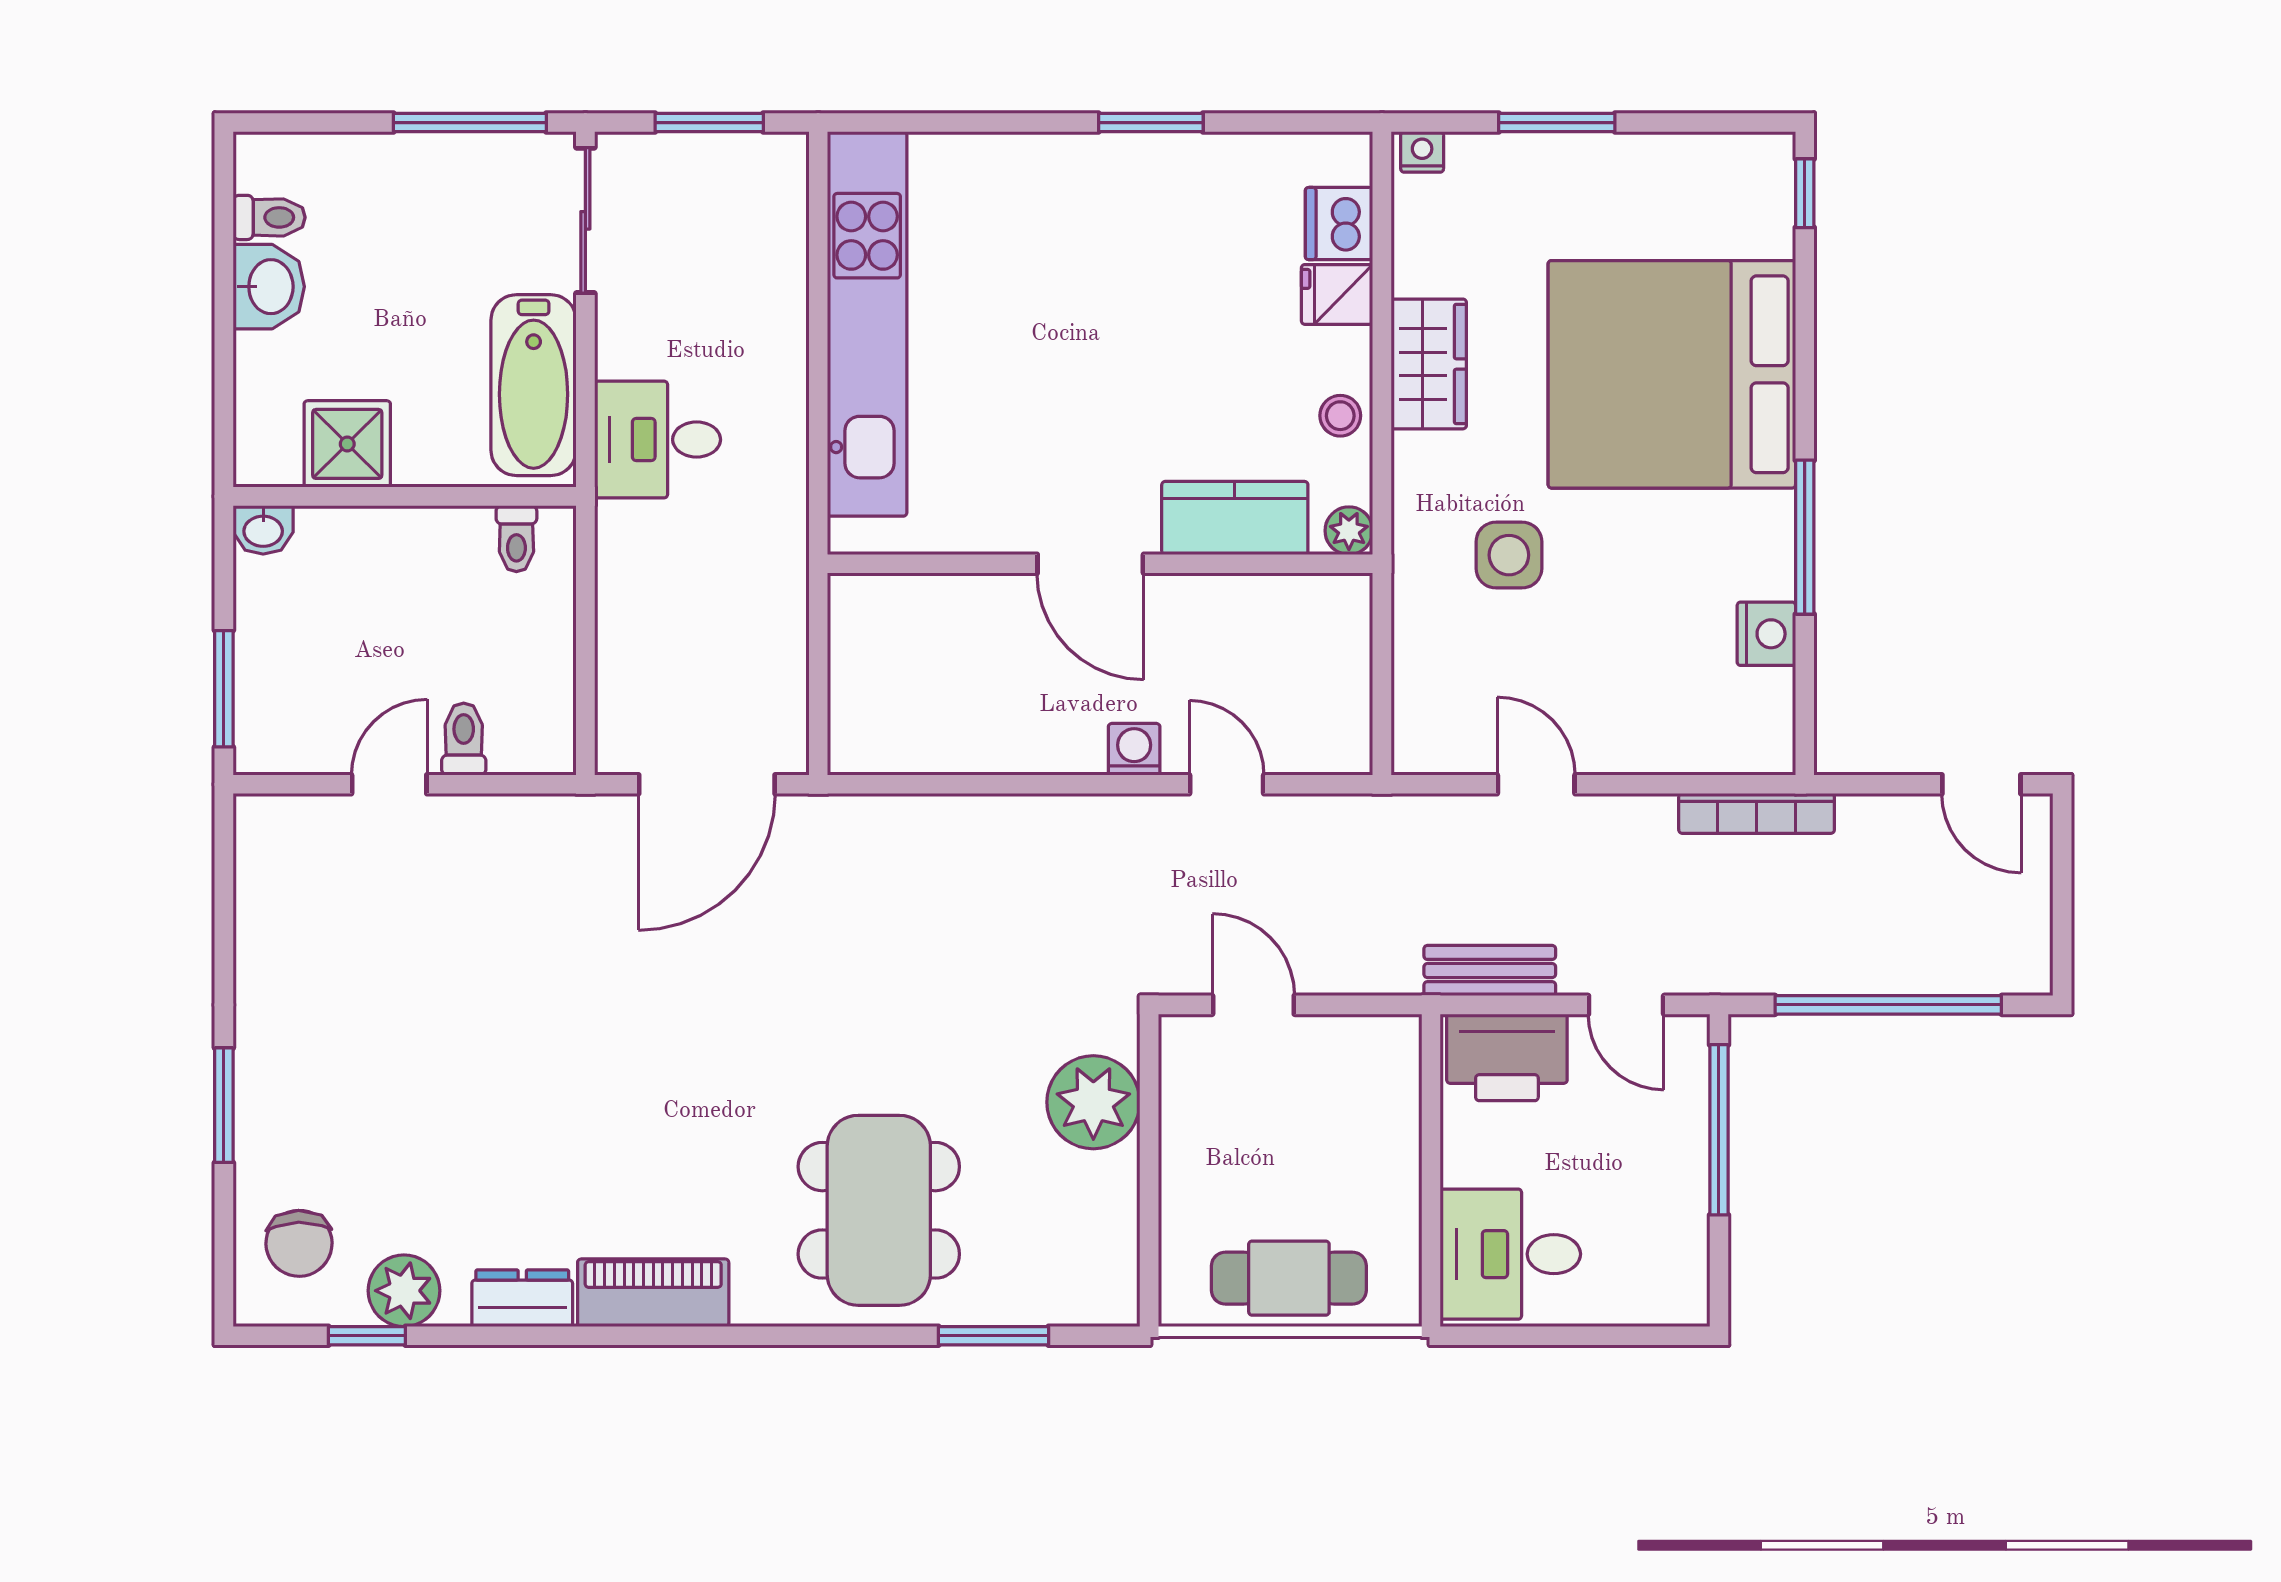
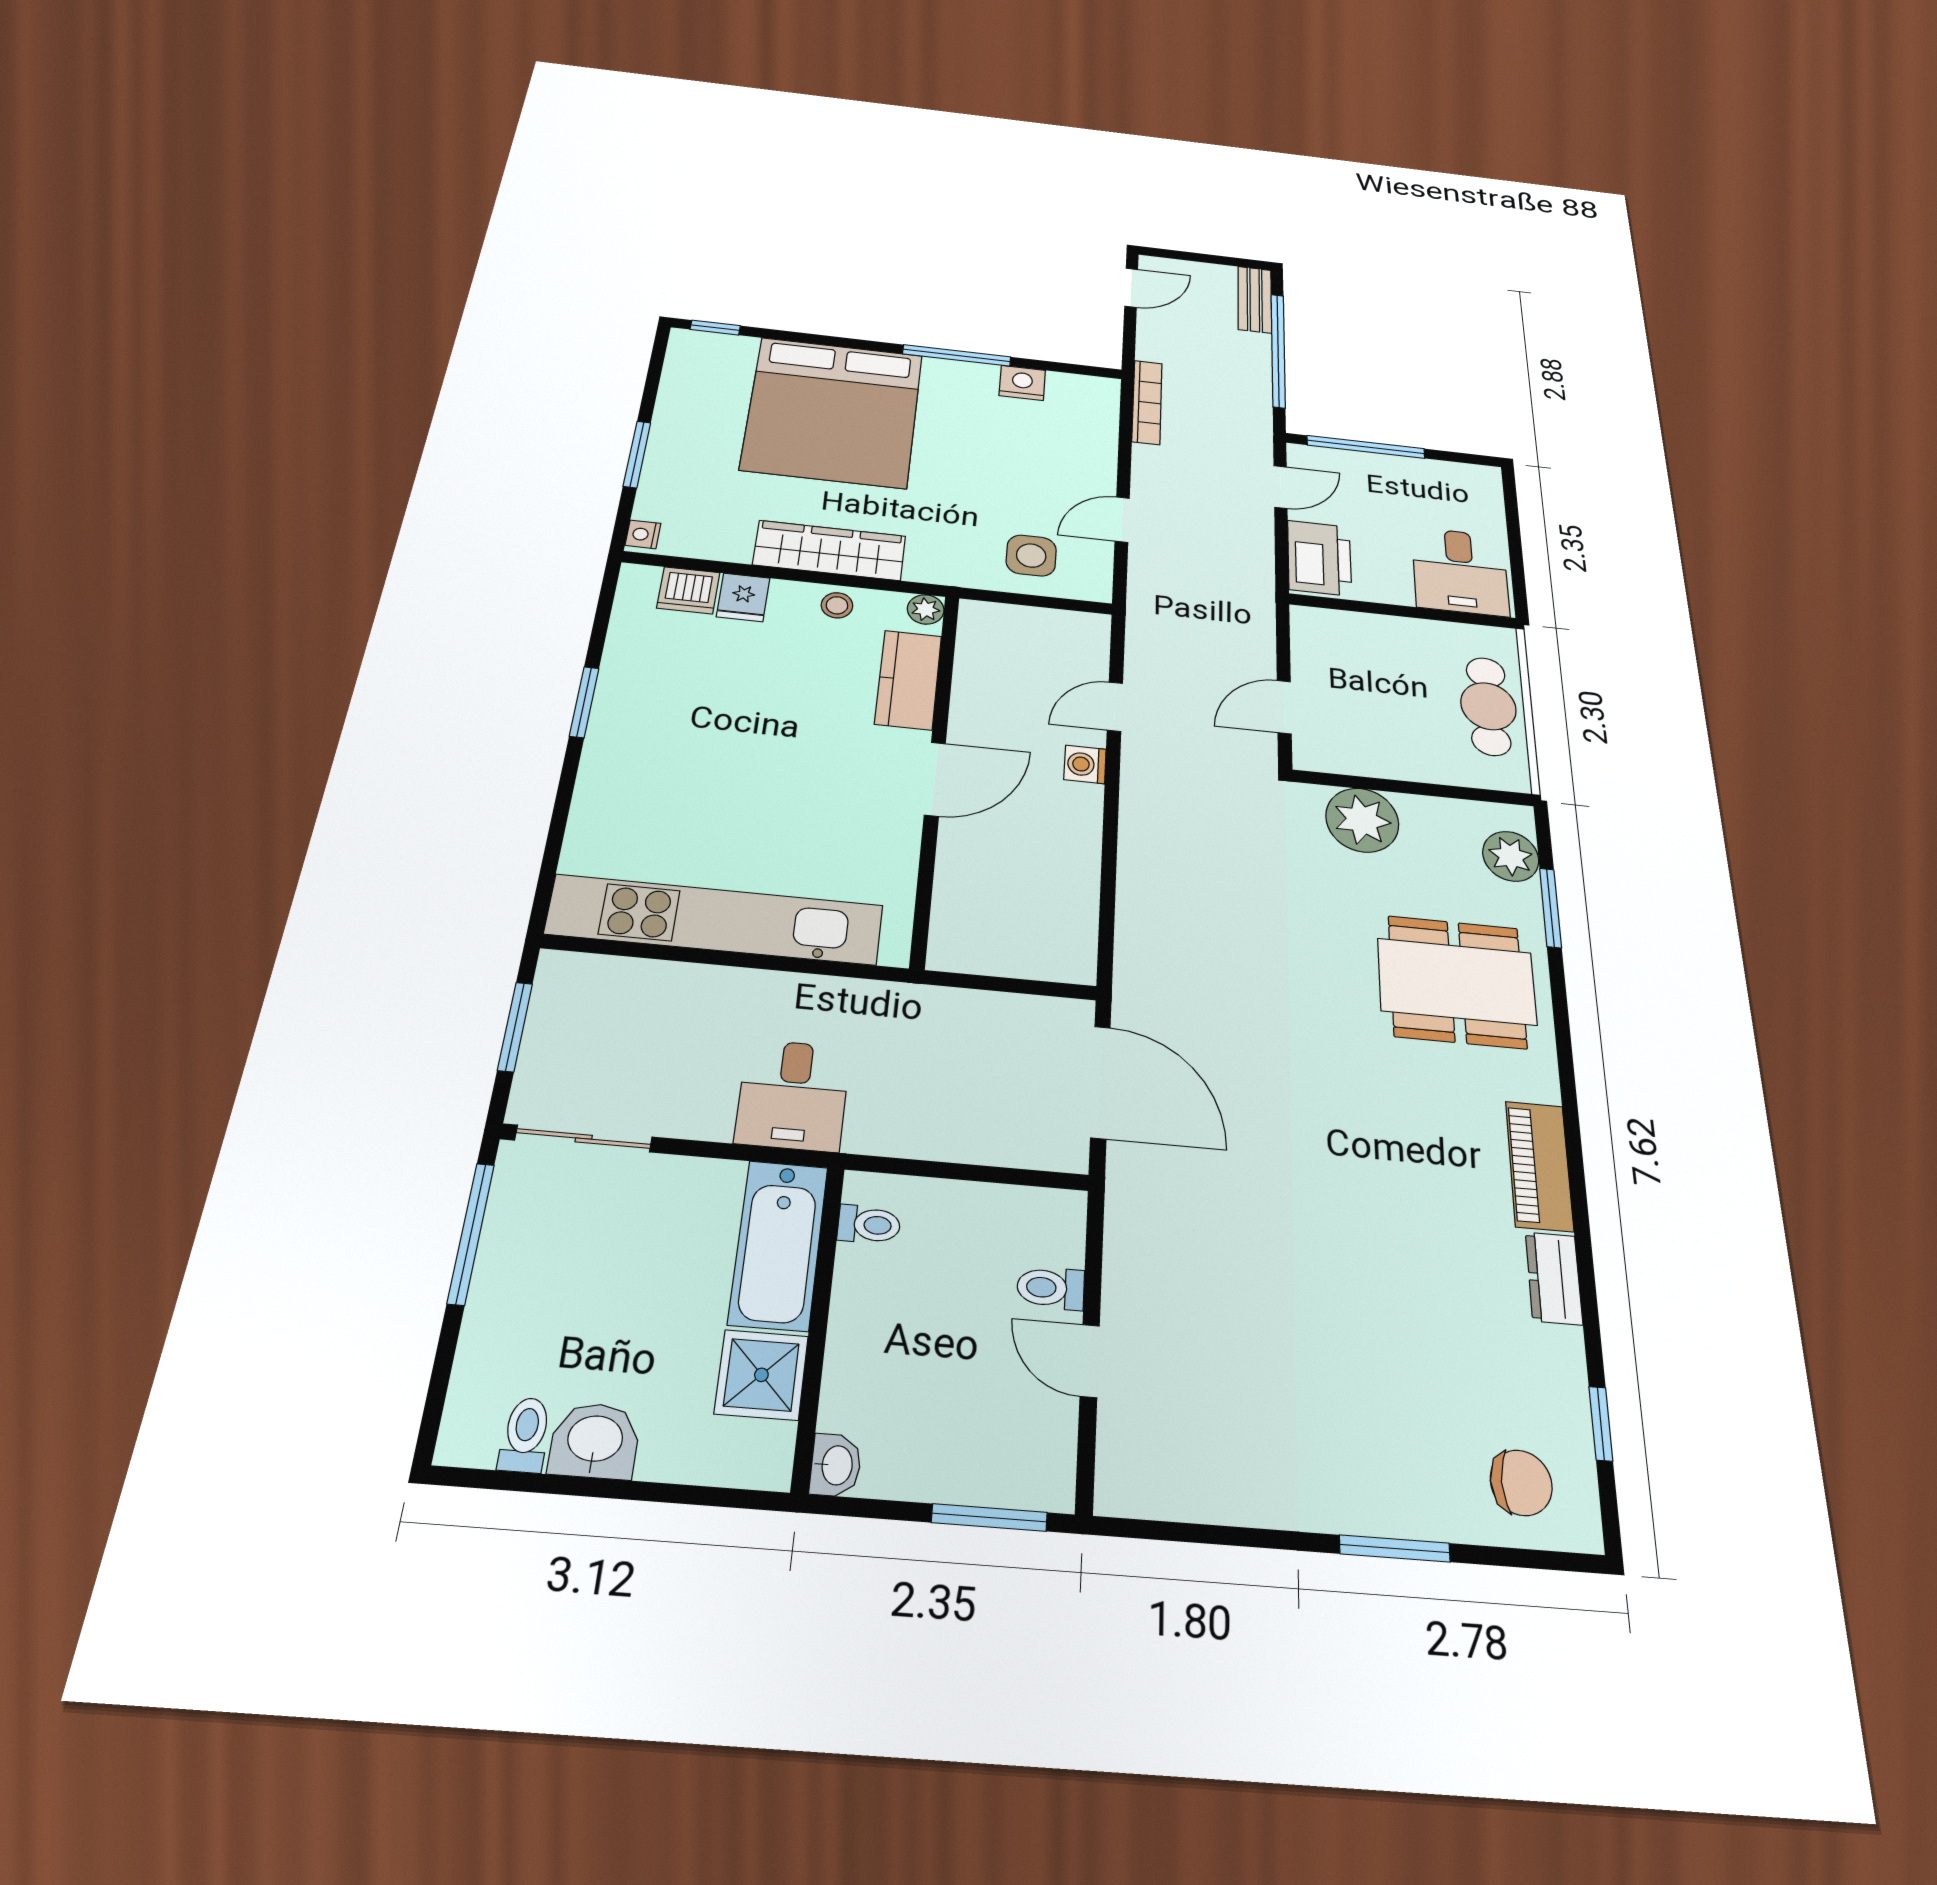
wardrobe: (1429, 364) -> (830, 550), width x1.50
bathtub: (534, 385) -> (778, 1245), moved, turned 90
side table: (1509, 555) -> (1031, 556), moved
bench: (1490, 971) -> (1255, 300), moved
plant: (404, 1291) -> (1511, 856), moved

